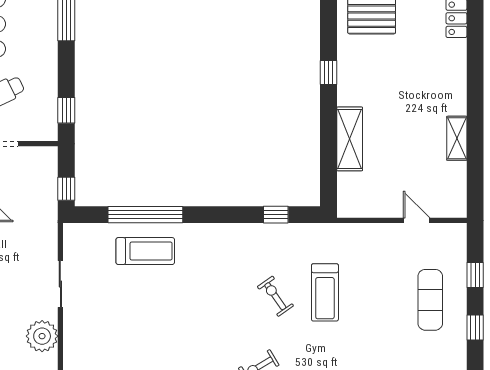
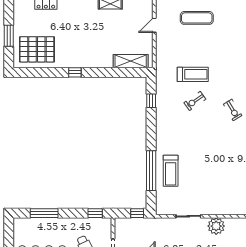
shelving: (350, 139) -> (131, 61), moved
treadmill: (145, 251) -> (171, 171), turned 180

